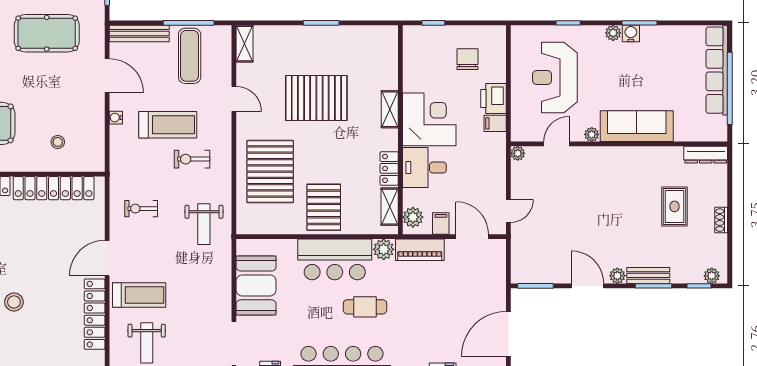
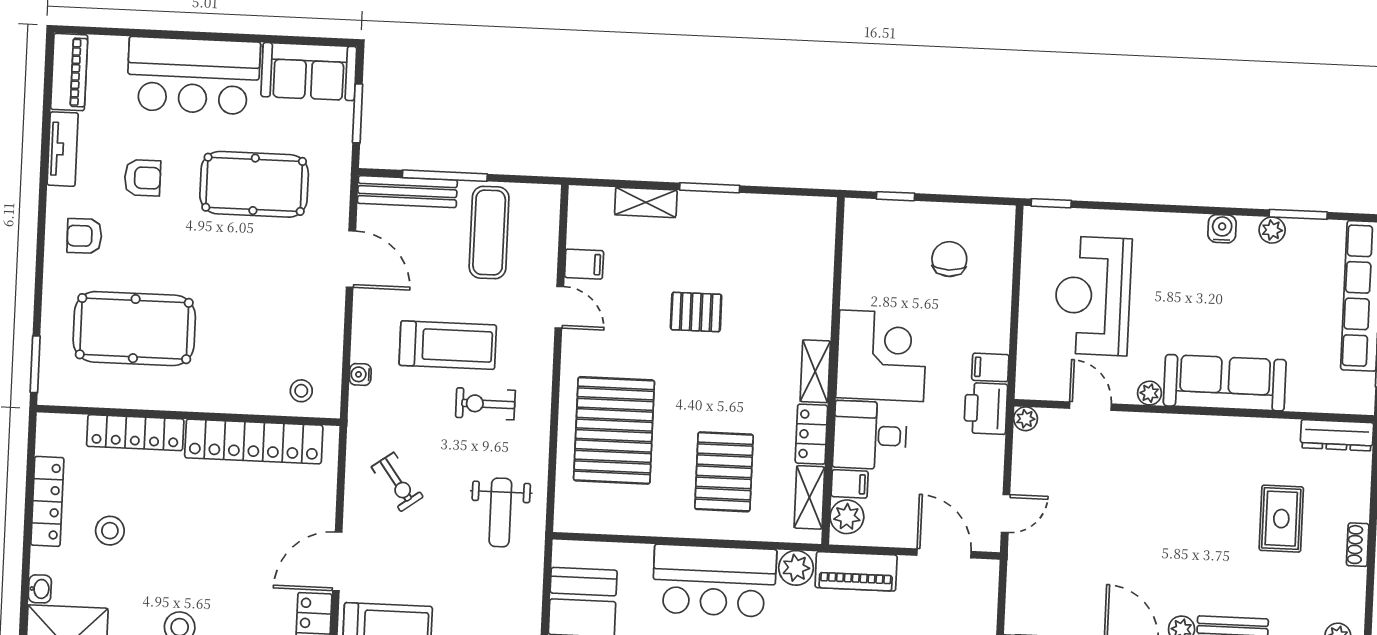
window: (189, 23) -> (445, 176), moved
window: (568, 23) -> (1051, 203), moved
window: (640, 23) -> (1298, 214), moved
plant: (613, 33) -> (1272, 230), moved
shelving: (244, 44) -> (646, 202), moved, turned 90
filing cabinet: (248, 72) -> (584, 264), added
pallet: (316, 98) -> (696, 312), width x0.49, depth x0.50
printer: (493, 98) -> (986, 409), moved
shelving: (390, 109) -> (815, 371), moved
water cooler: (116, 118) -> (360, 374), moved
stool: (58, 142) -> (301, 391), moved
door: (556, 144) -> (1090, 406), hinge flipped
pallet: (324, 207) -> (724, 472), moved
exercise bike: (141, 209) -> (397, 482), turned -126
filing cabinet: (441, 224) -> (850, 484), moved, turned 90

